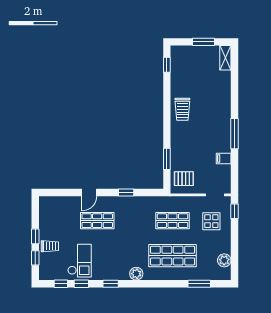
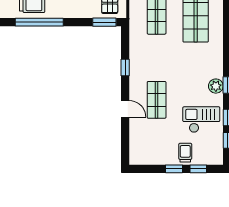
window: (167, 116) -> (39, 22), added
window: (167, 159) -> (104, 22), moved
plant: (136, 274) -> (216, 86), moved

